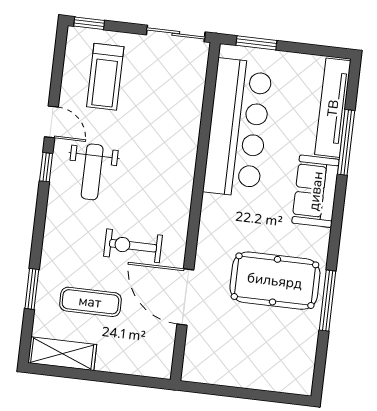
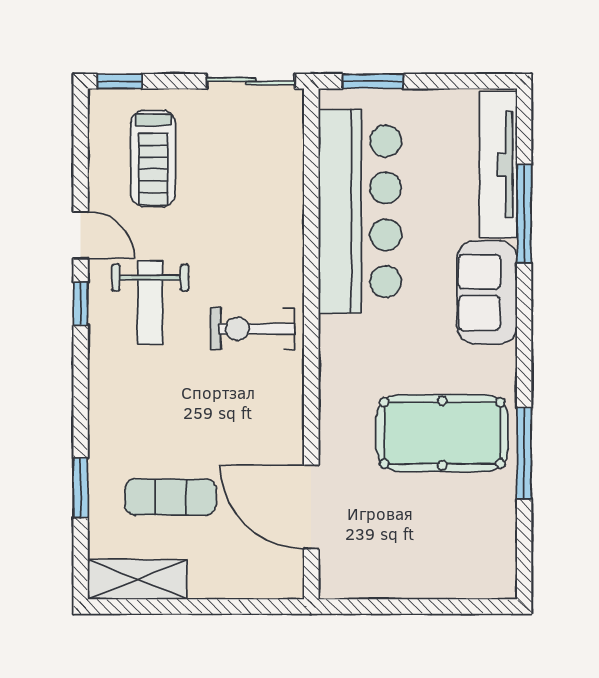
exercise bike: (133, 246) -> (253, 329), moved
door: (185, 297) -> (311, 507), moved

